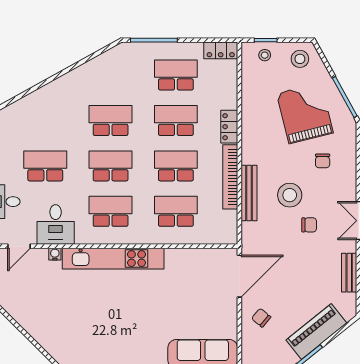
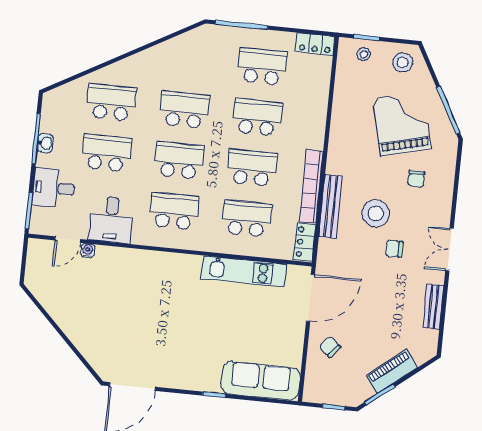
school desk: (45, 120) -> (111, 102), added
locker: (229, 127) -> (305, 242), moved
chair: (309, 225) -> (394, 249), turned 180
water cooler: (55, 254) -> (88, 251), moved
kitchen unit: (113, 259) -> (244, 271), moved, width x0.73
piano: (316, 332) -> (392, 372), width x0.73, depth x0.75

